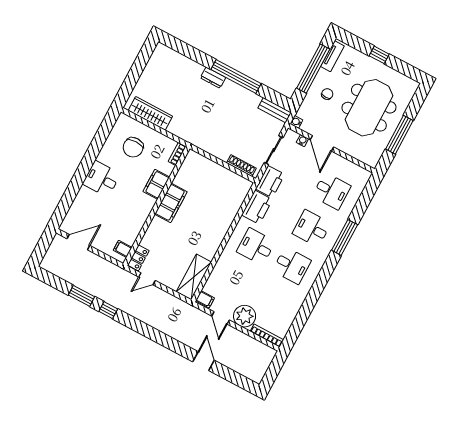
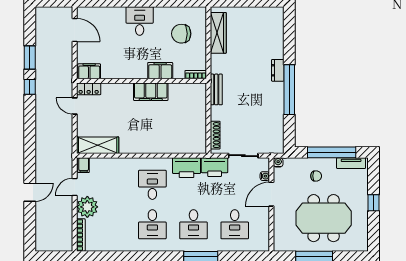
bench: (275, 110) -> (216, 89), moved
desk: (312, 228) -> (194, 224), turned 180
filing cabinet: (123, 249) -> (89, 71), width x2.00

